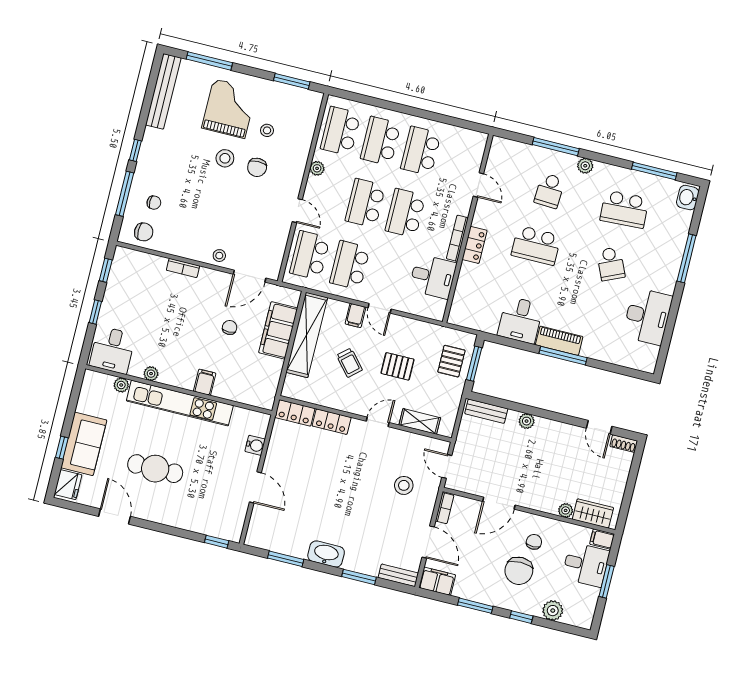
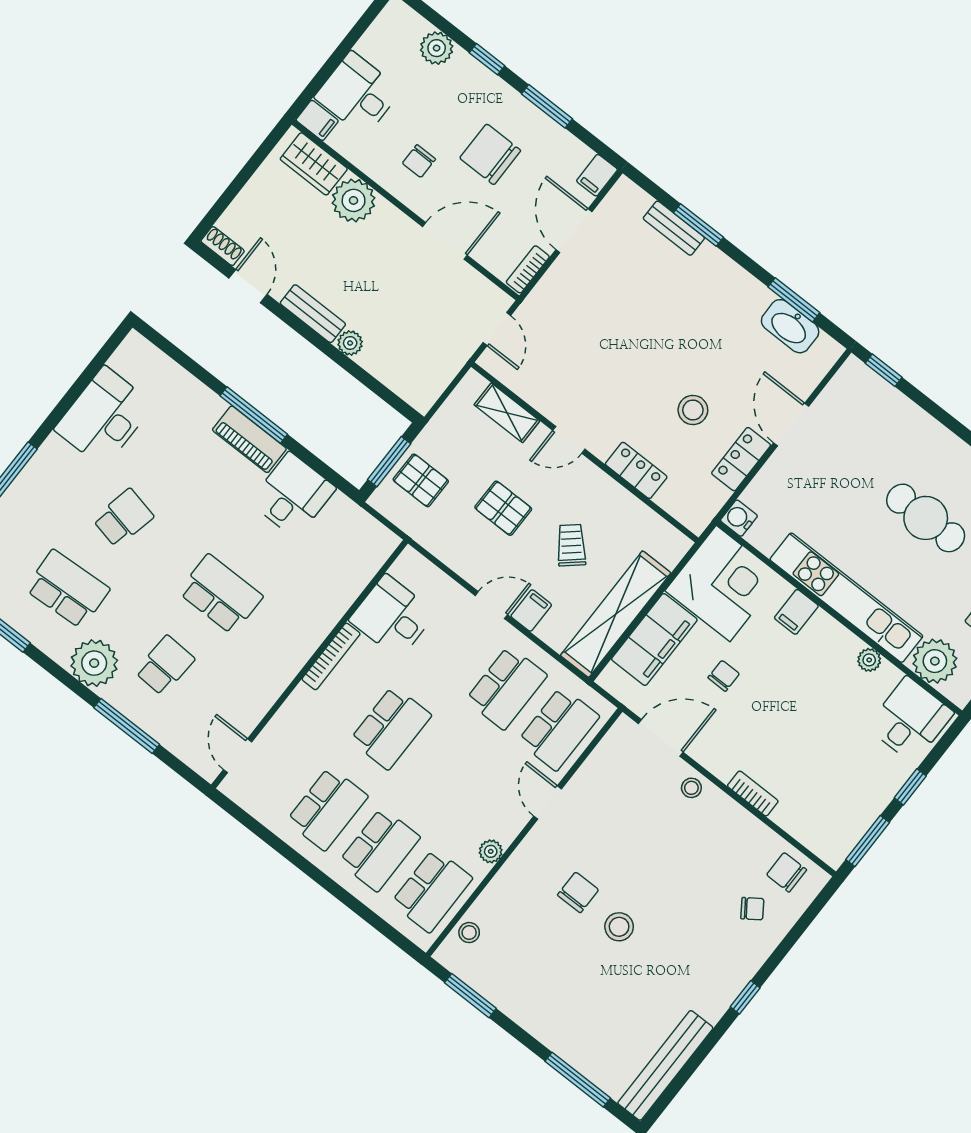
grand piano: (229, 108) -> (580, 997), removed
stool: (267, 130) -> (469, 933), moved
plant: (585, 166) -> (94, 663), width x1.87, depth x1.87
door: (478, 185) -> (238, 756), moved
window: (125, 194) -> (789, 941), removed
chair: (154, 203) -> (752, 909), turned 145
school desk: (365, 203) -> (443, 769), removed
locker: (475, 245) -> (310, 635), removed
school desk: (611, 264) -> (123, 518), turned 36
window: (106, 270) -> (868, 841), width x1.50
door: (380, 308) -> (491, 605), hinge flipped
chair: (230, 327) -> (724, 676), turned 180
pallet: (451, 361) -> (421, 480), turned 90
corner desk: (253, 380) -> (723, 584), added
plant: (121, 385) -> (935, 661), width x1.87, depth x1.87
bench: (486, 411) -> (313, 314), moved
locker: (295, 413) -> (741, 459), moved, turned -90
water cooler: (255, 445) -> (739, 518), moved
stool: (404, 485) -> (693, 410), moved
plant: (566, 510) -> (354, 200), width x1.87, depth x1.87
washbasin: (326, 554) -> (790, 326), moved
chair: (519, 571) -> (490, 154), moved, turned -90
bench: (398, 575) -> (674, 228), moved
filing cabinet: (437, 581) -> (597, 175), width x0.50
window: (607, 581) -> (339, 55), removed

